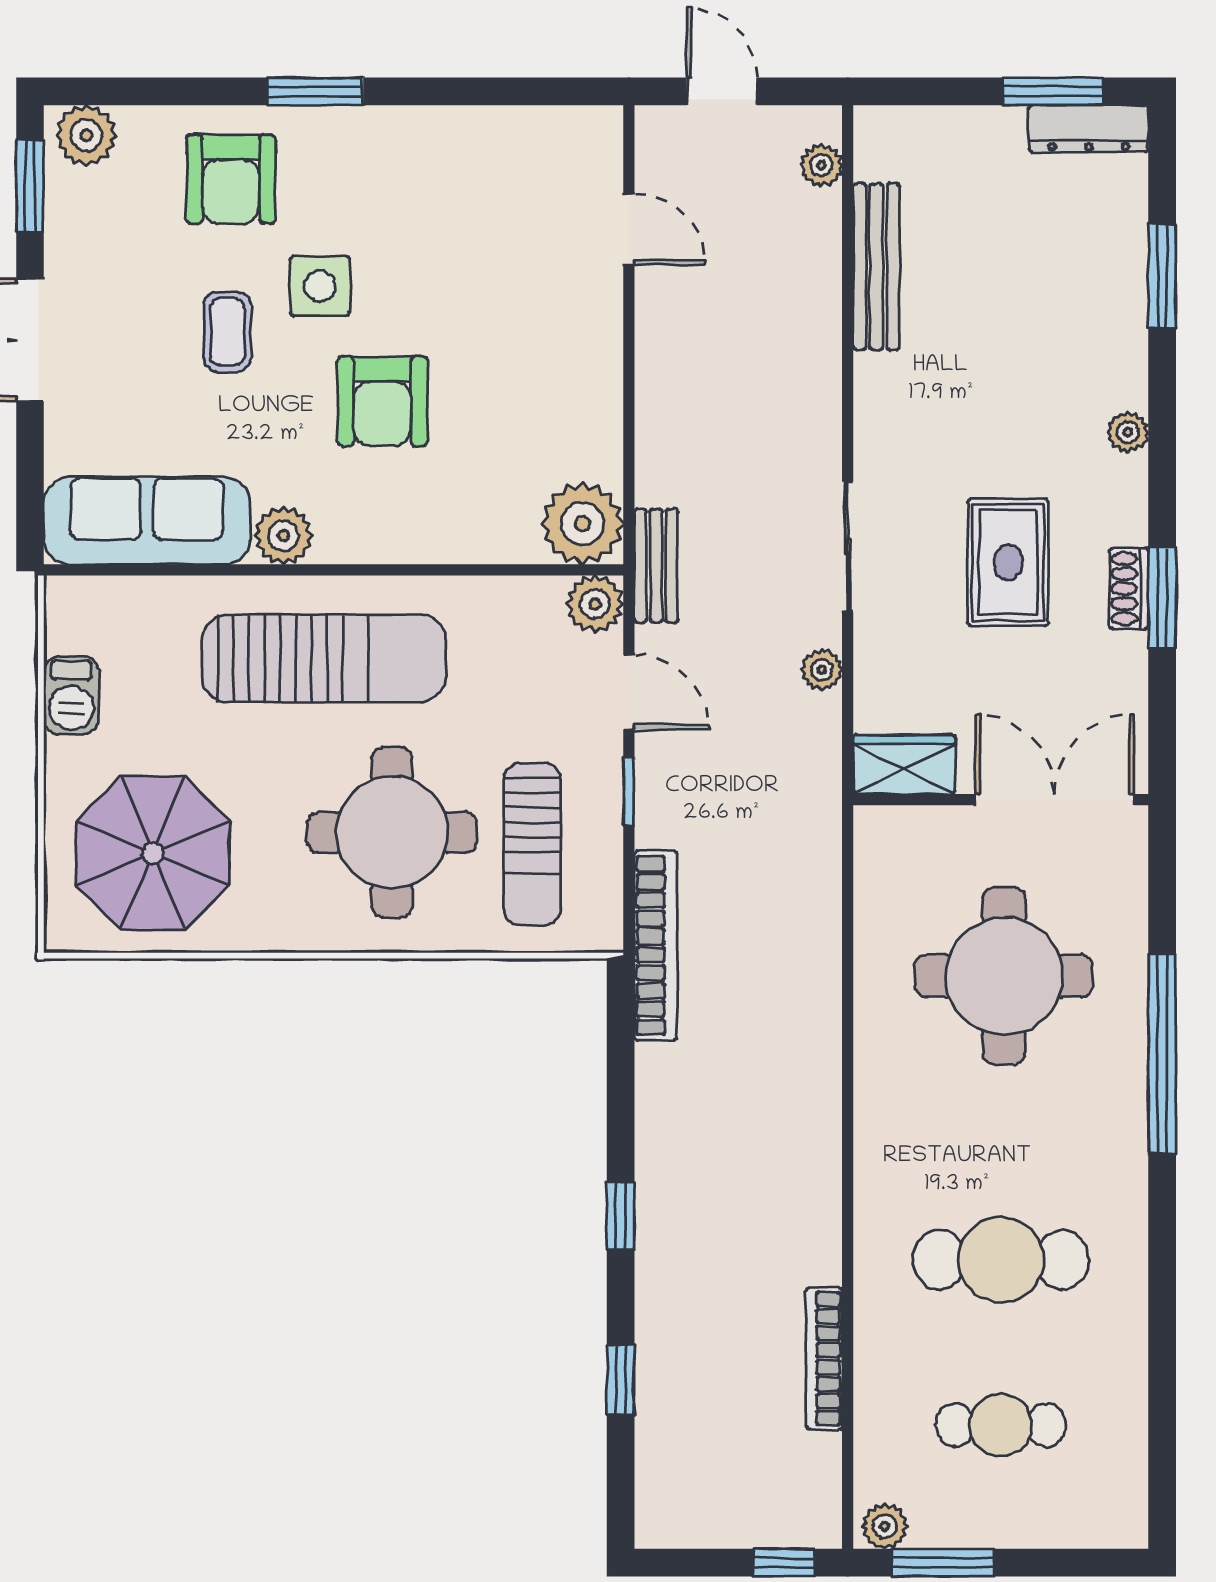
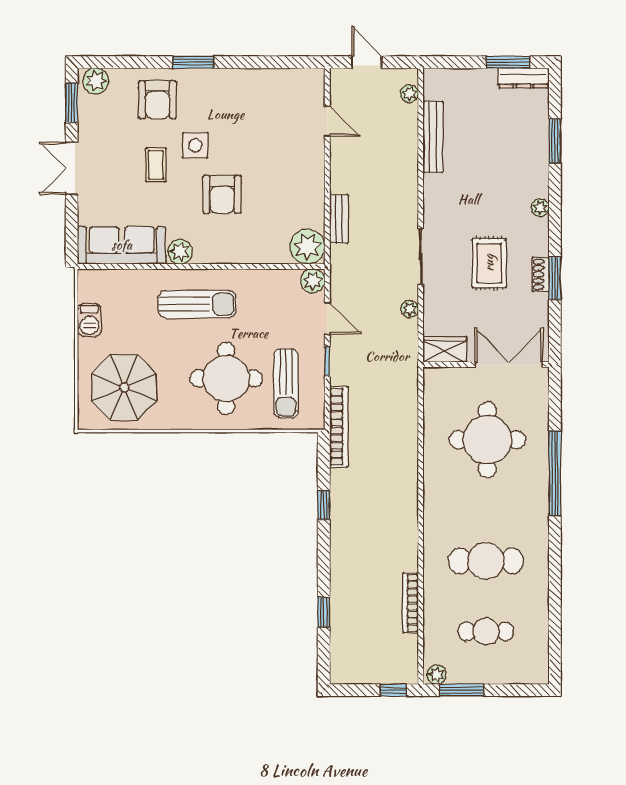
bench: (656, 566) -> (339, 219), moved
sun lounger: (324, 658) -> (197, 304), width x0.73, depth x0.75
window: (621, 1216) -> (324, 505), moved

